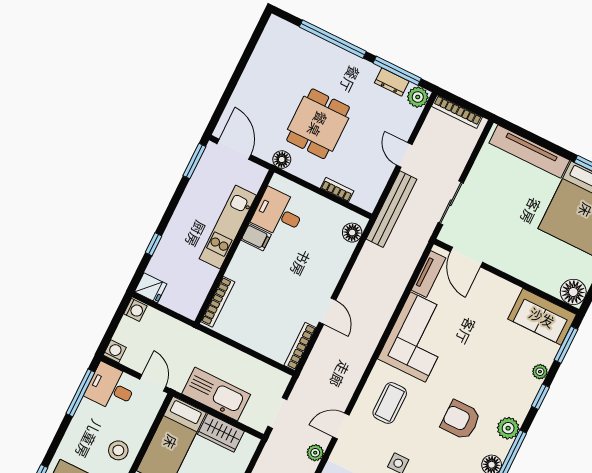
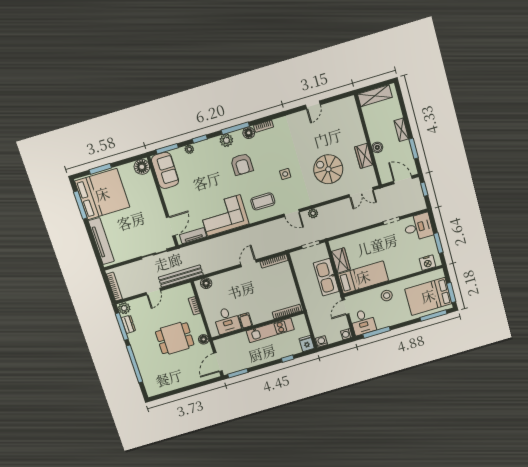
kitchen unit: (228, 227) -> (270, 330), moved

